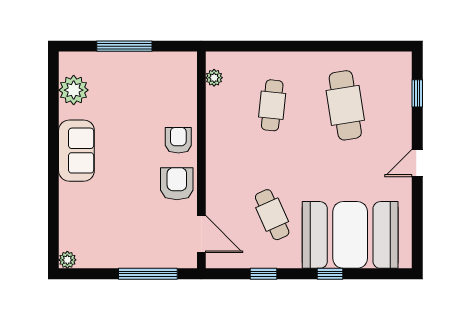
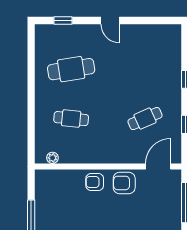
booth: (350, 235) -> (159, 66), removed

